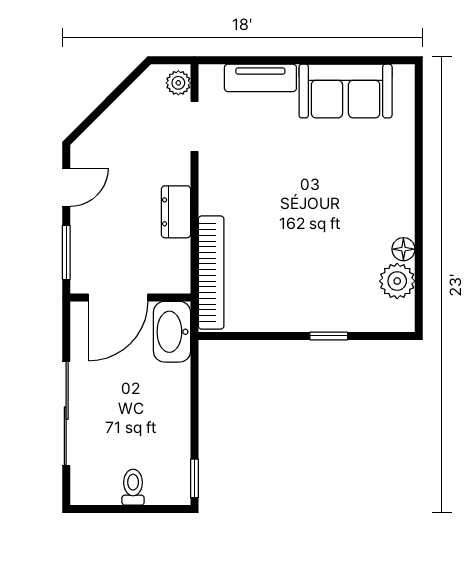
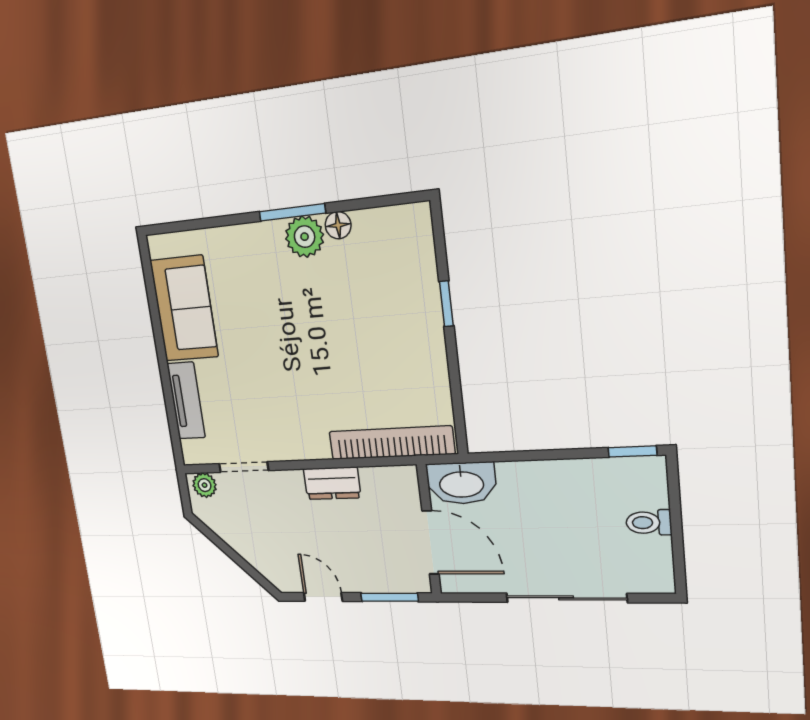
window: (419, 209) -> (292, 212), added
plant: (397, 281) -> (305, 237), moved

